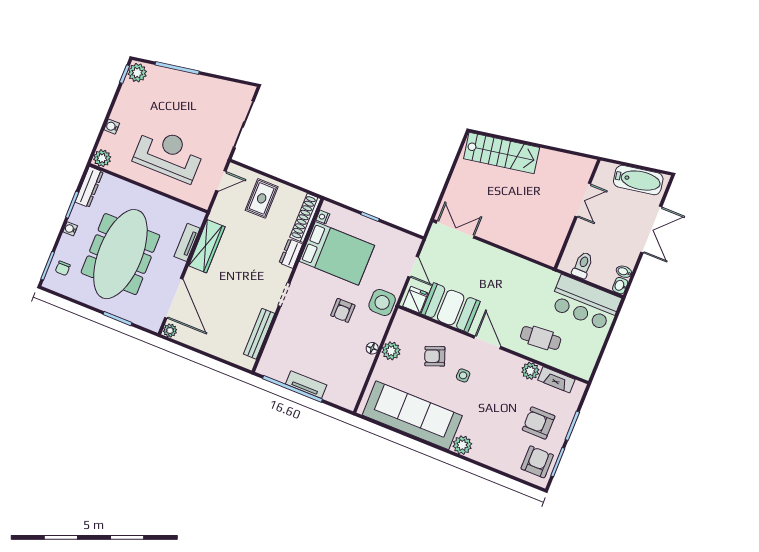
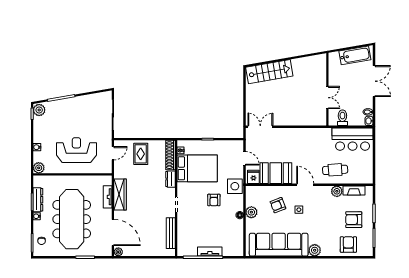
dresser: (89, 187) -> (38, 200), moved
double door: (583, 200) -> (327, 98), moved
armchair: (537, 462) -> (348, 245), moved

